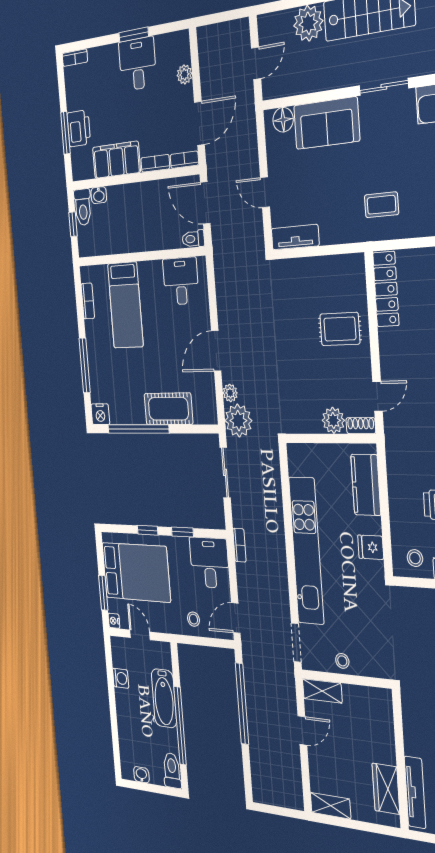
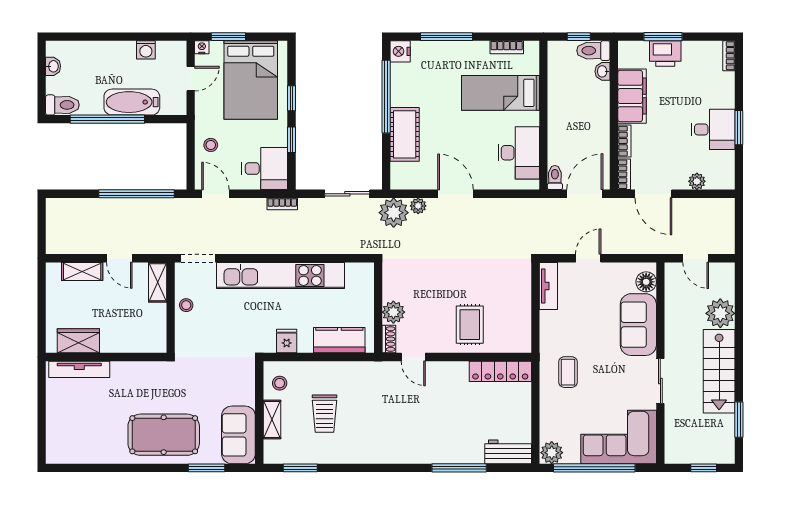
desk: (181, 281) -> (519, 153), width x1.37
shelving: (330, 806) -> (82, 271), moved, turned 90

